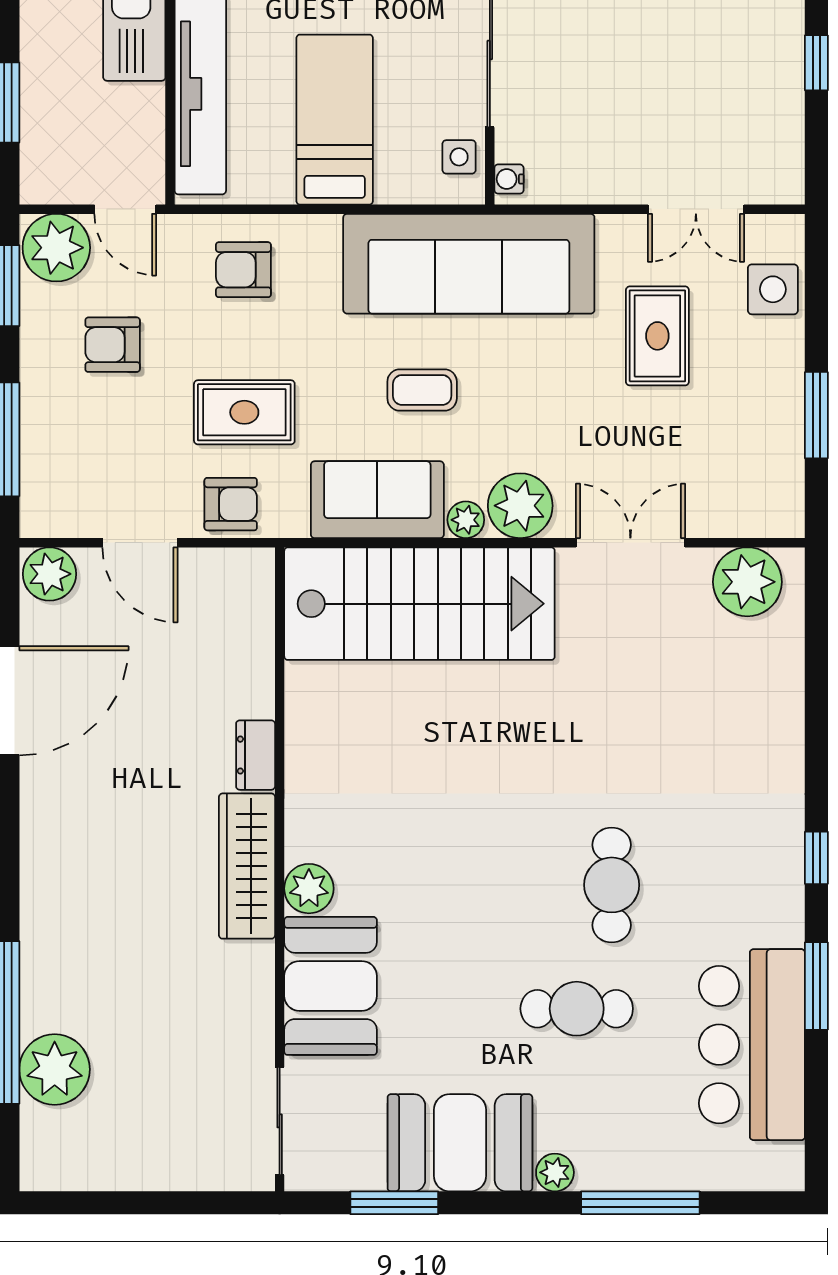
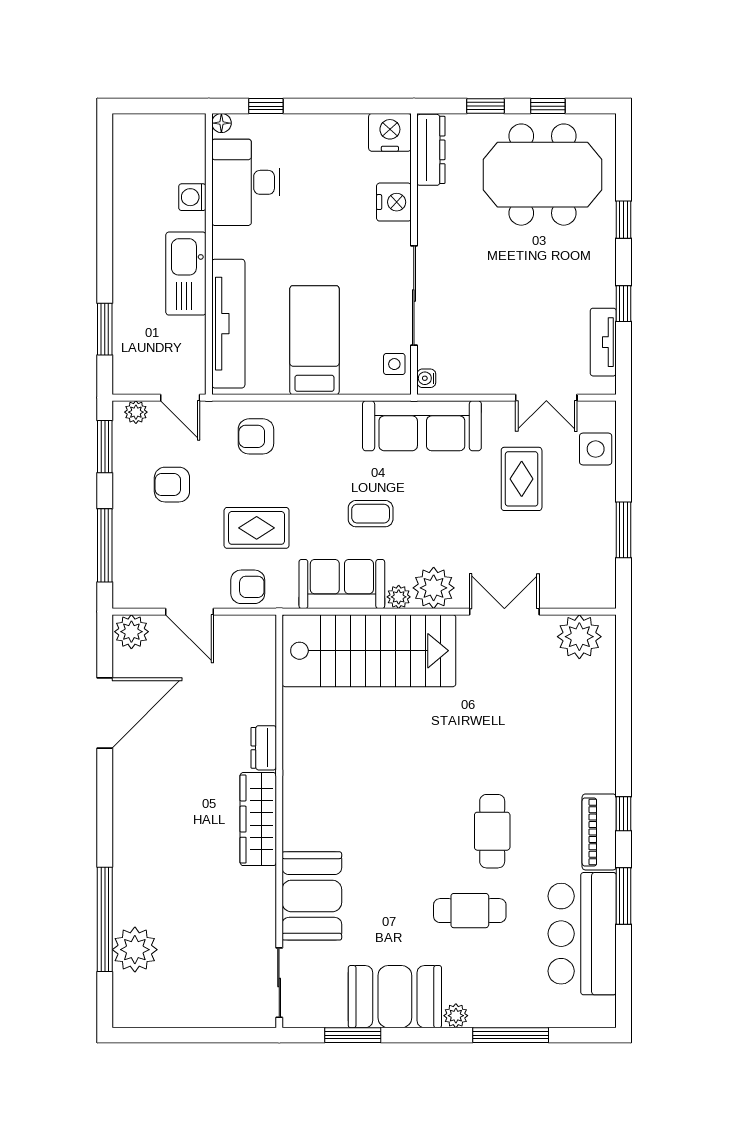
tv unit: (785, 123) -> (603, 342), added
plant: (56, 248) -> (136, 412), width x0.53, depth x0.53
sofa: (469, 264) -> (422, 426), width x0.74, depth x0.79
piano: (778, 886) -> (599, 832), added
plant: (309, 889) -> (298, 833), removed

